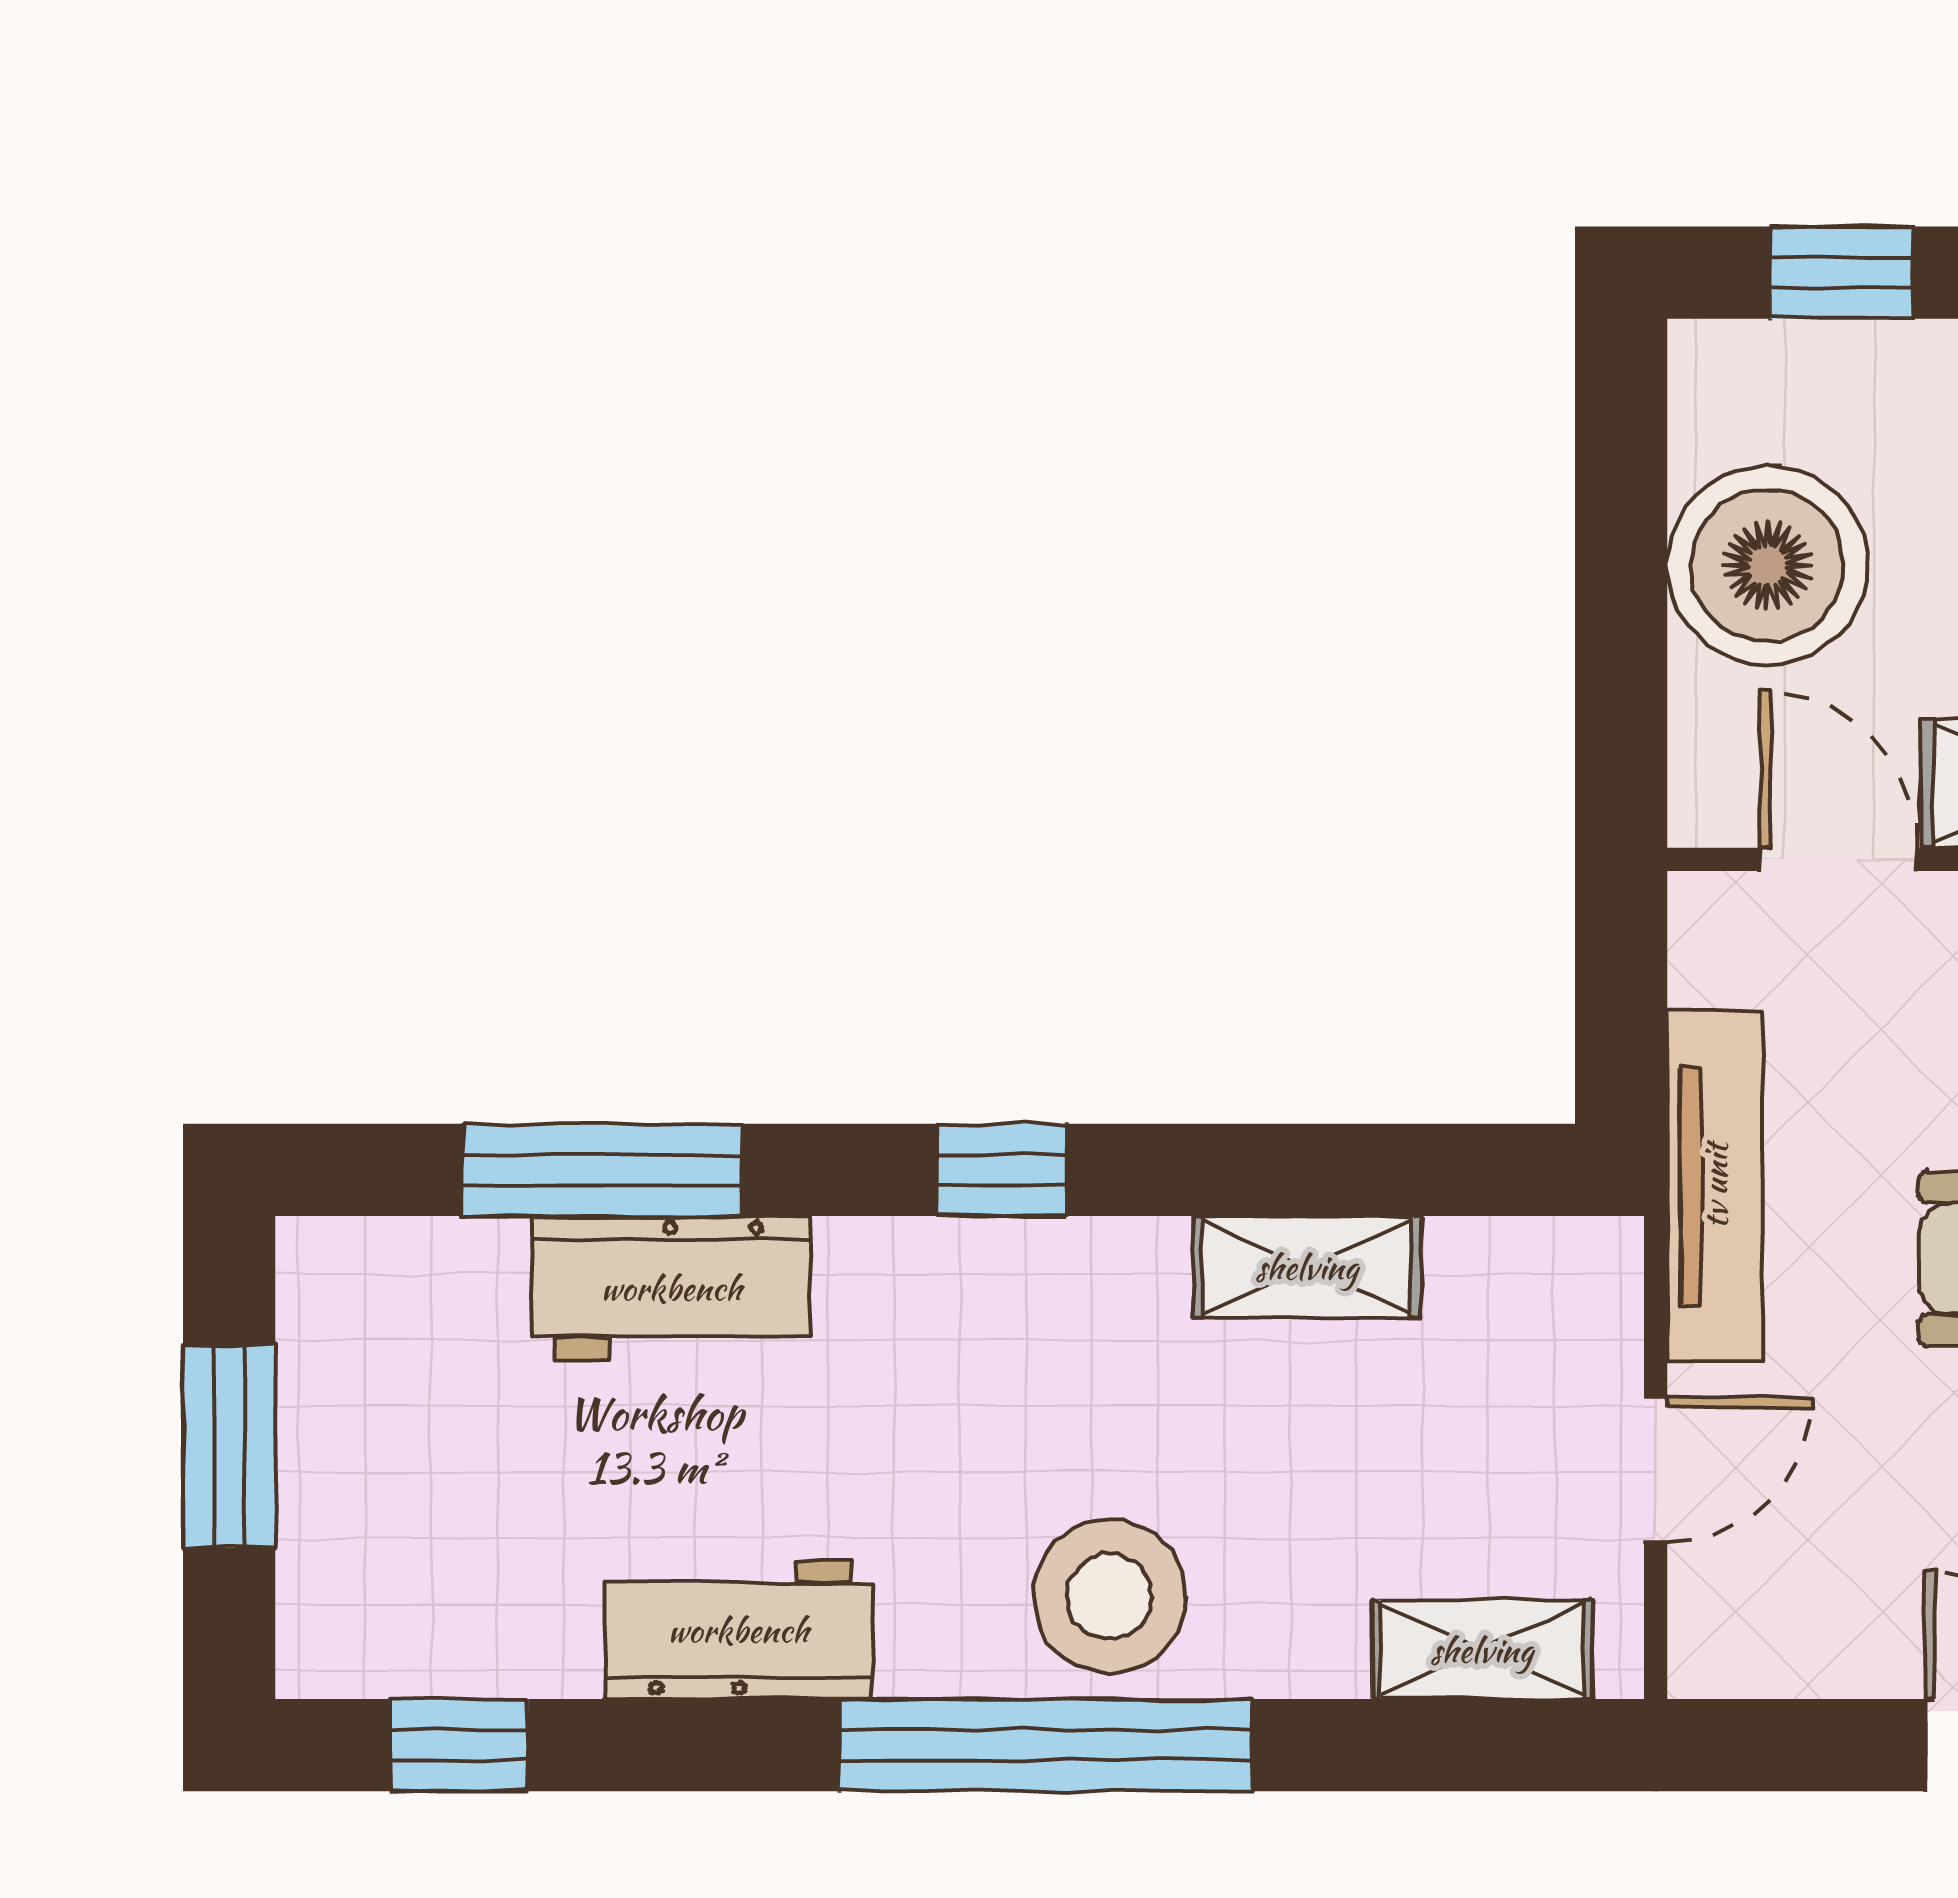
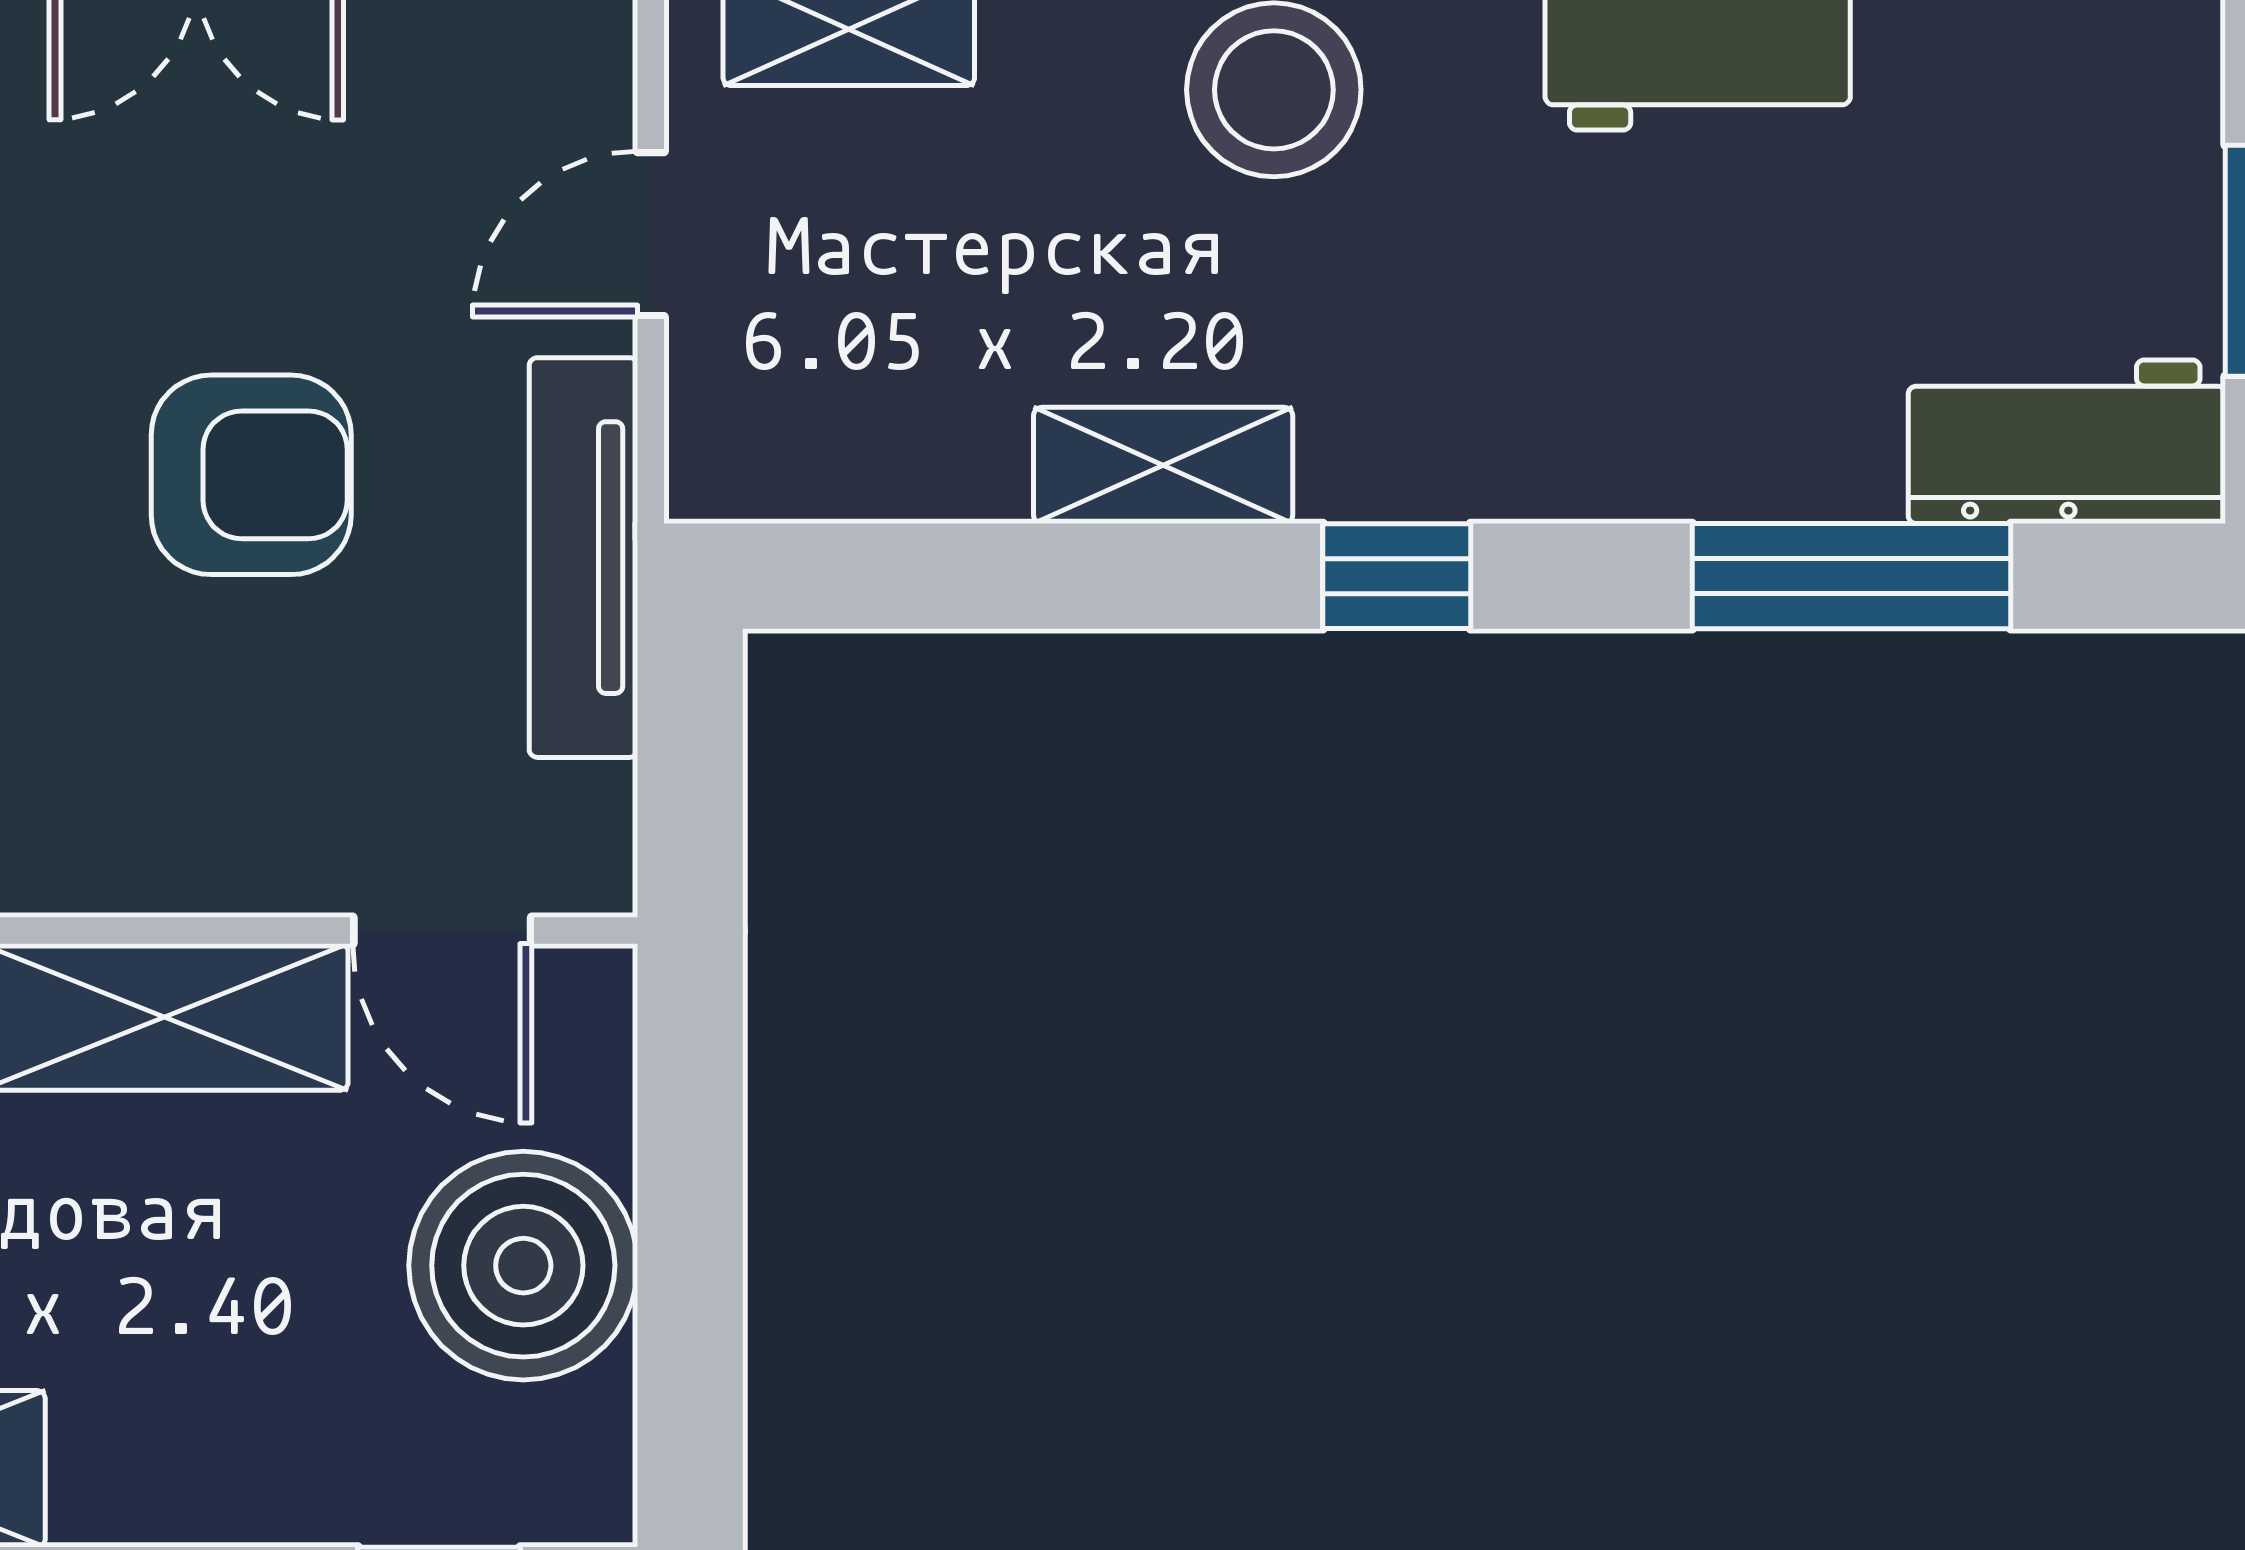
shelving: (1307, 1267) -> (1163, 465), moved
workbench: (671, 1288) -> (2067, 442), moved

